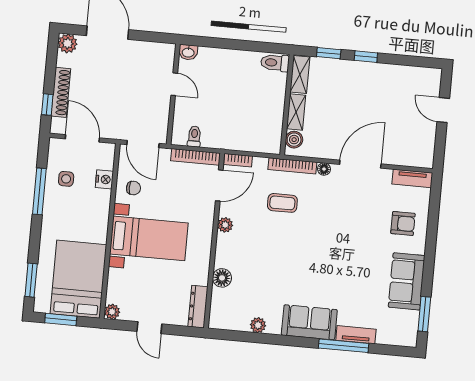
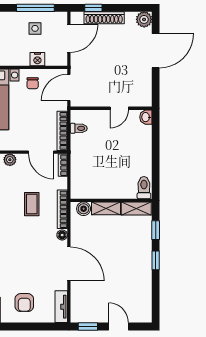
door: (443, 110) -> (118, 326), hinge flipped
window: (440, 148) -> (88, 326), added
window: (39, 191) -> (35, 8), moved

